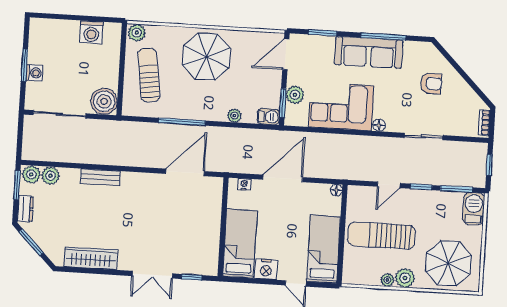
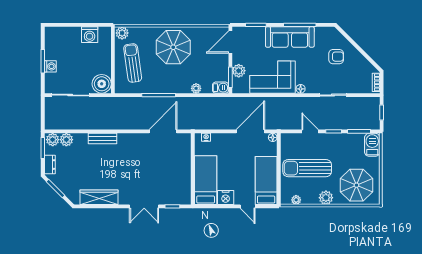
door: (283, 178) -> (250, 131), moved
door: (389, 185) -> (310, 131), swing flipped
plant: (387, 280) -> (296, 200), moved

